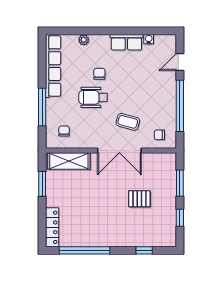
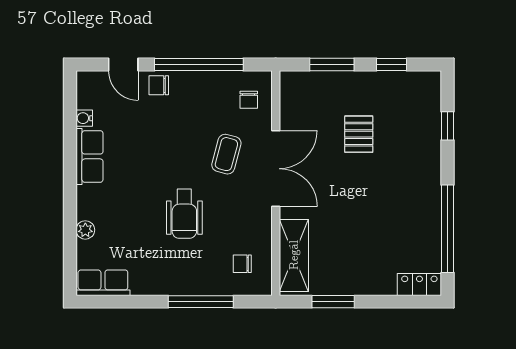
row of seats: (53, 66) -> (103, 283), width x0.50
chair: (99, 74) -> (159, 85), moved
locker: (52, 227) -> (419, 284), width x0.66

